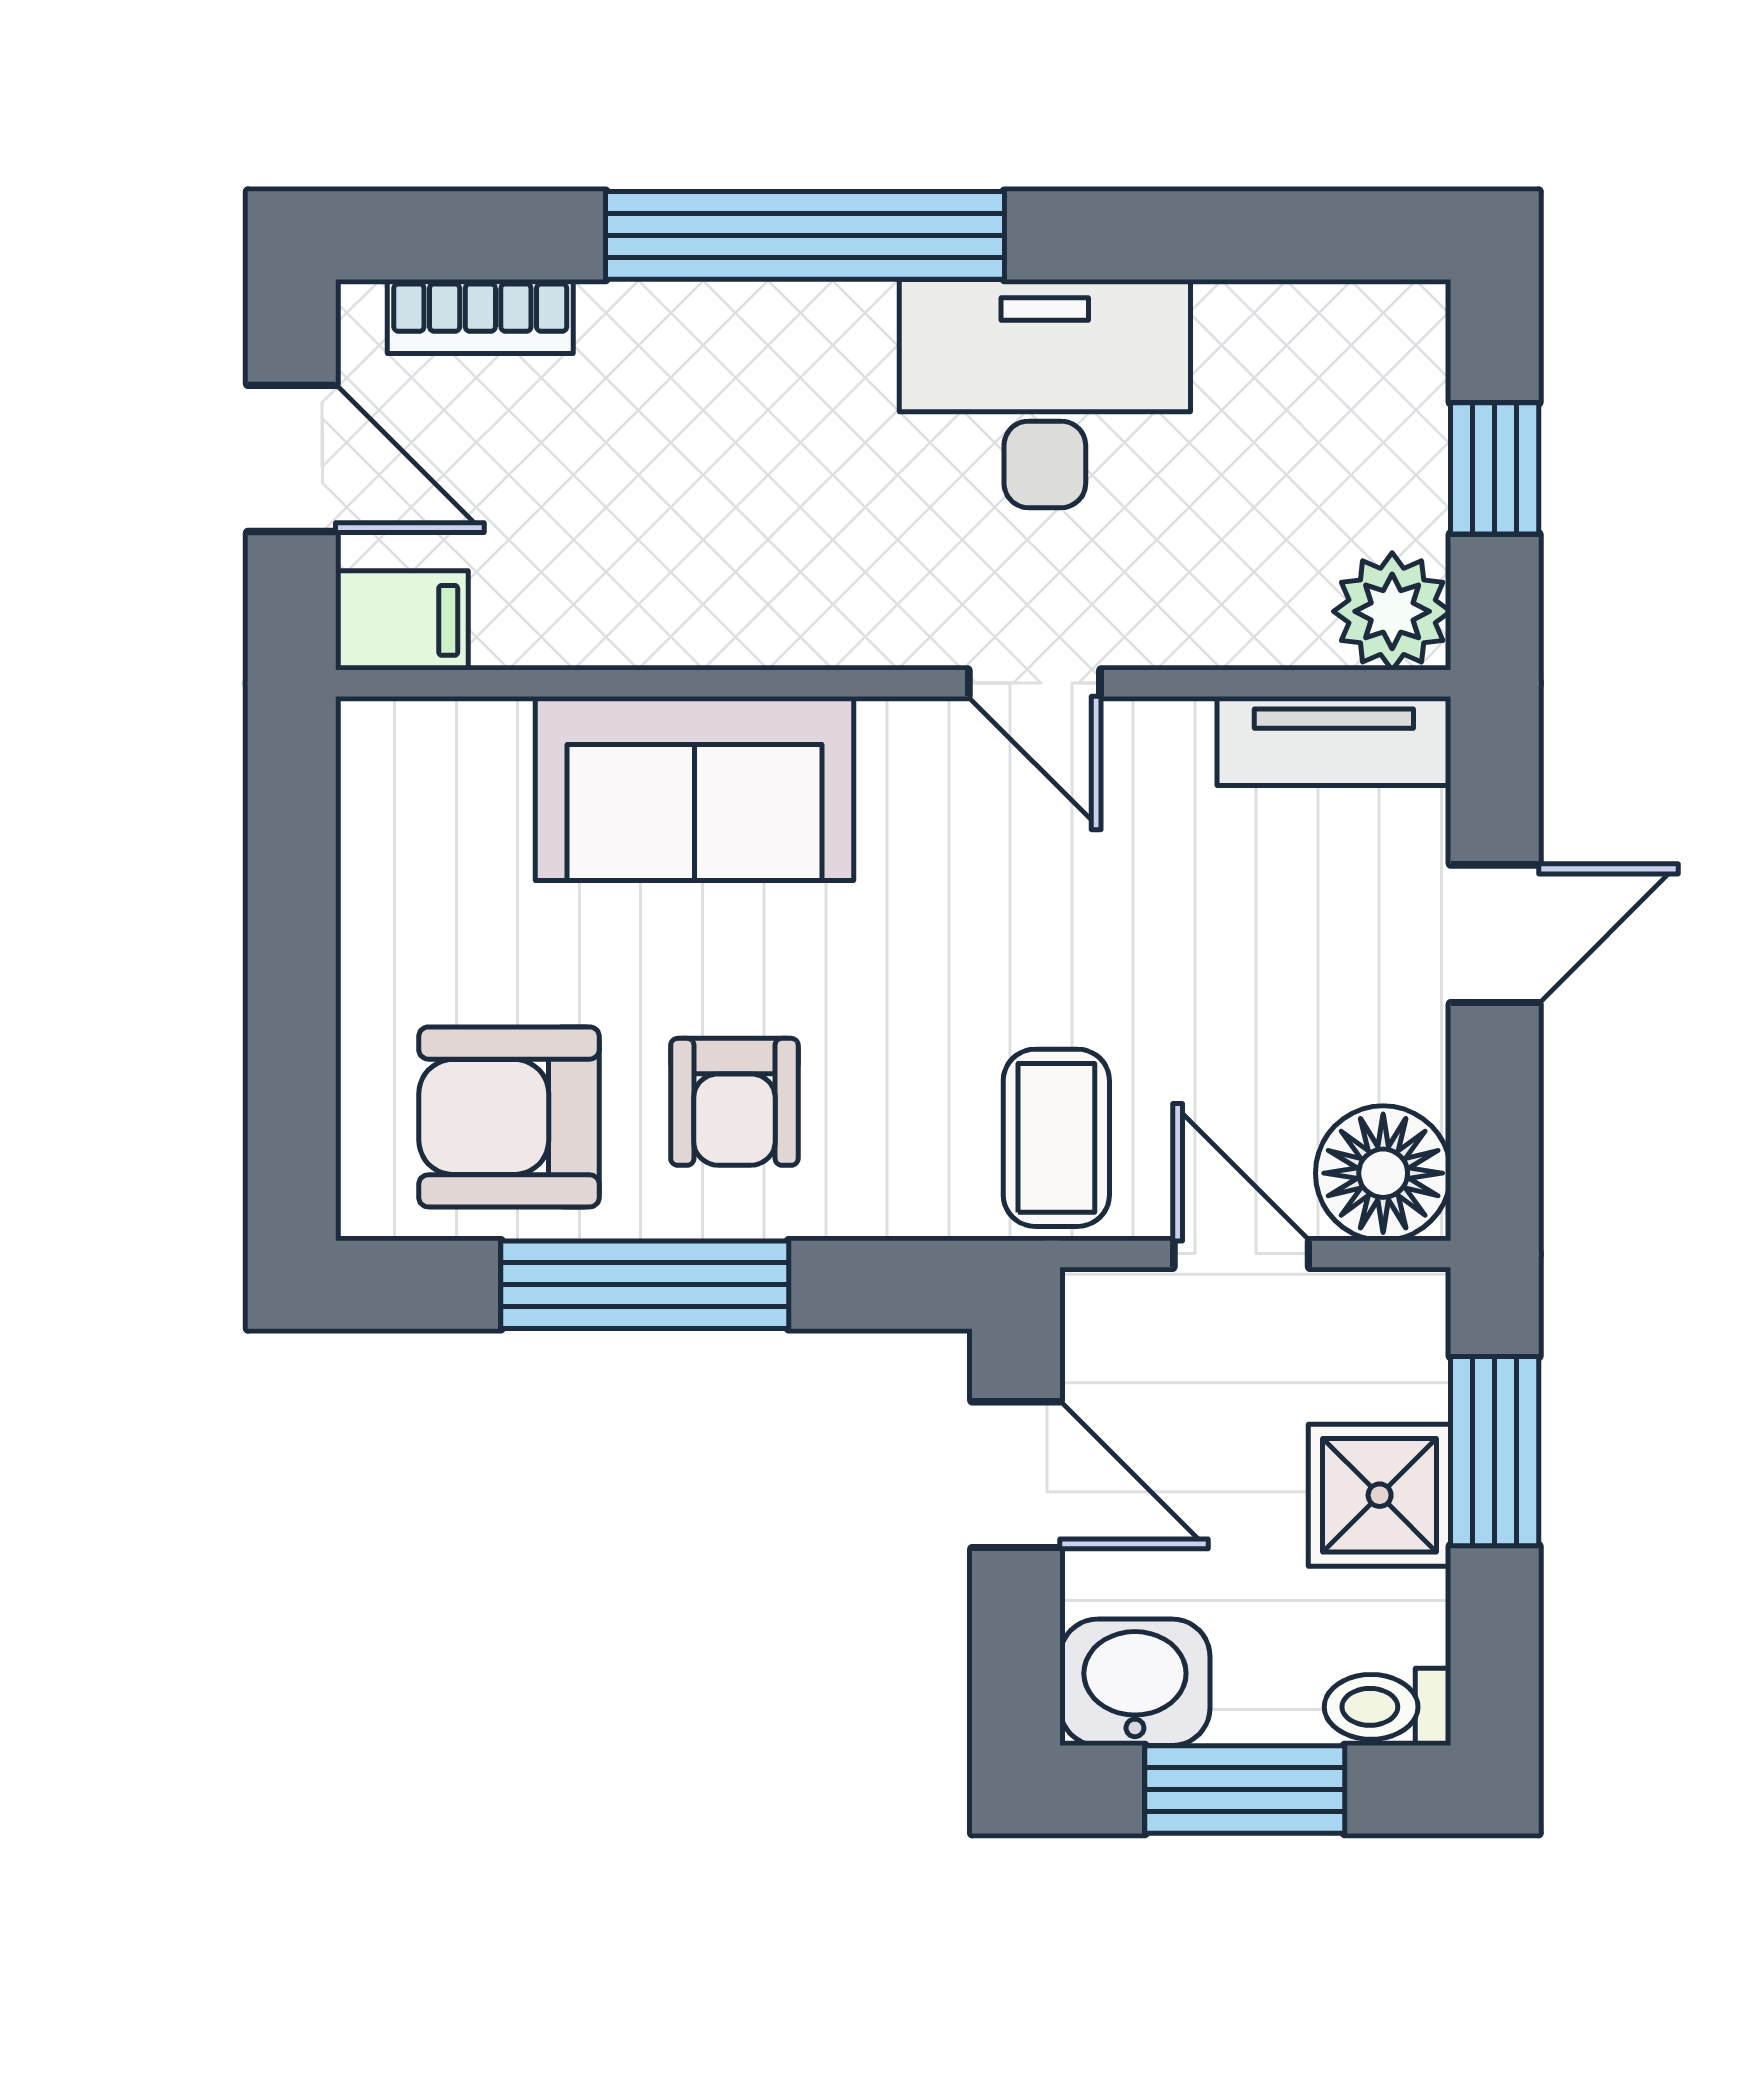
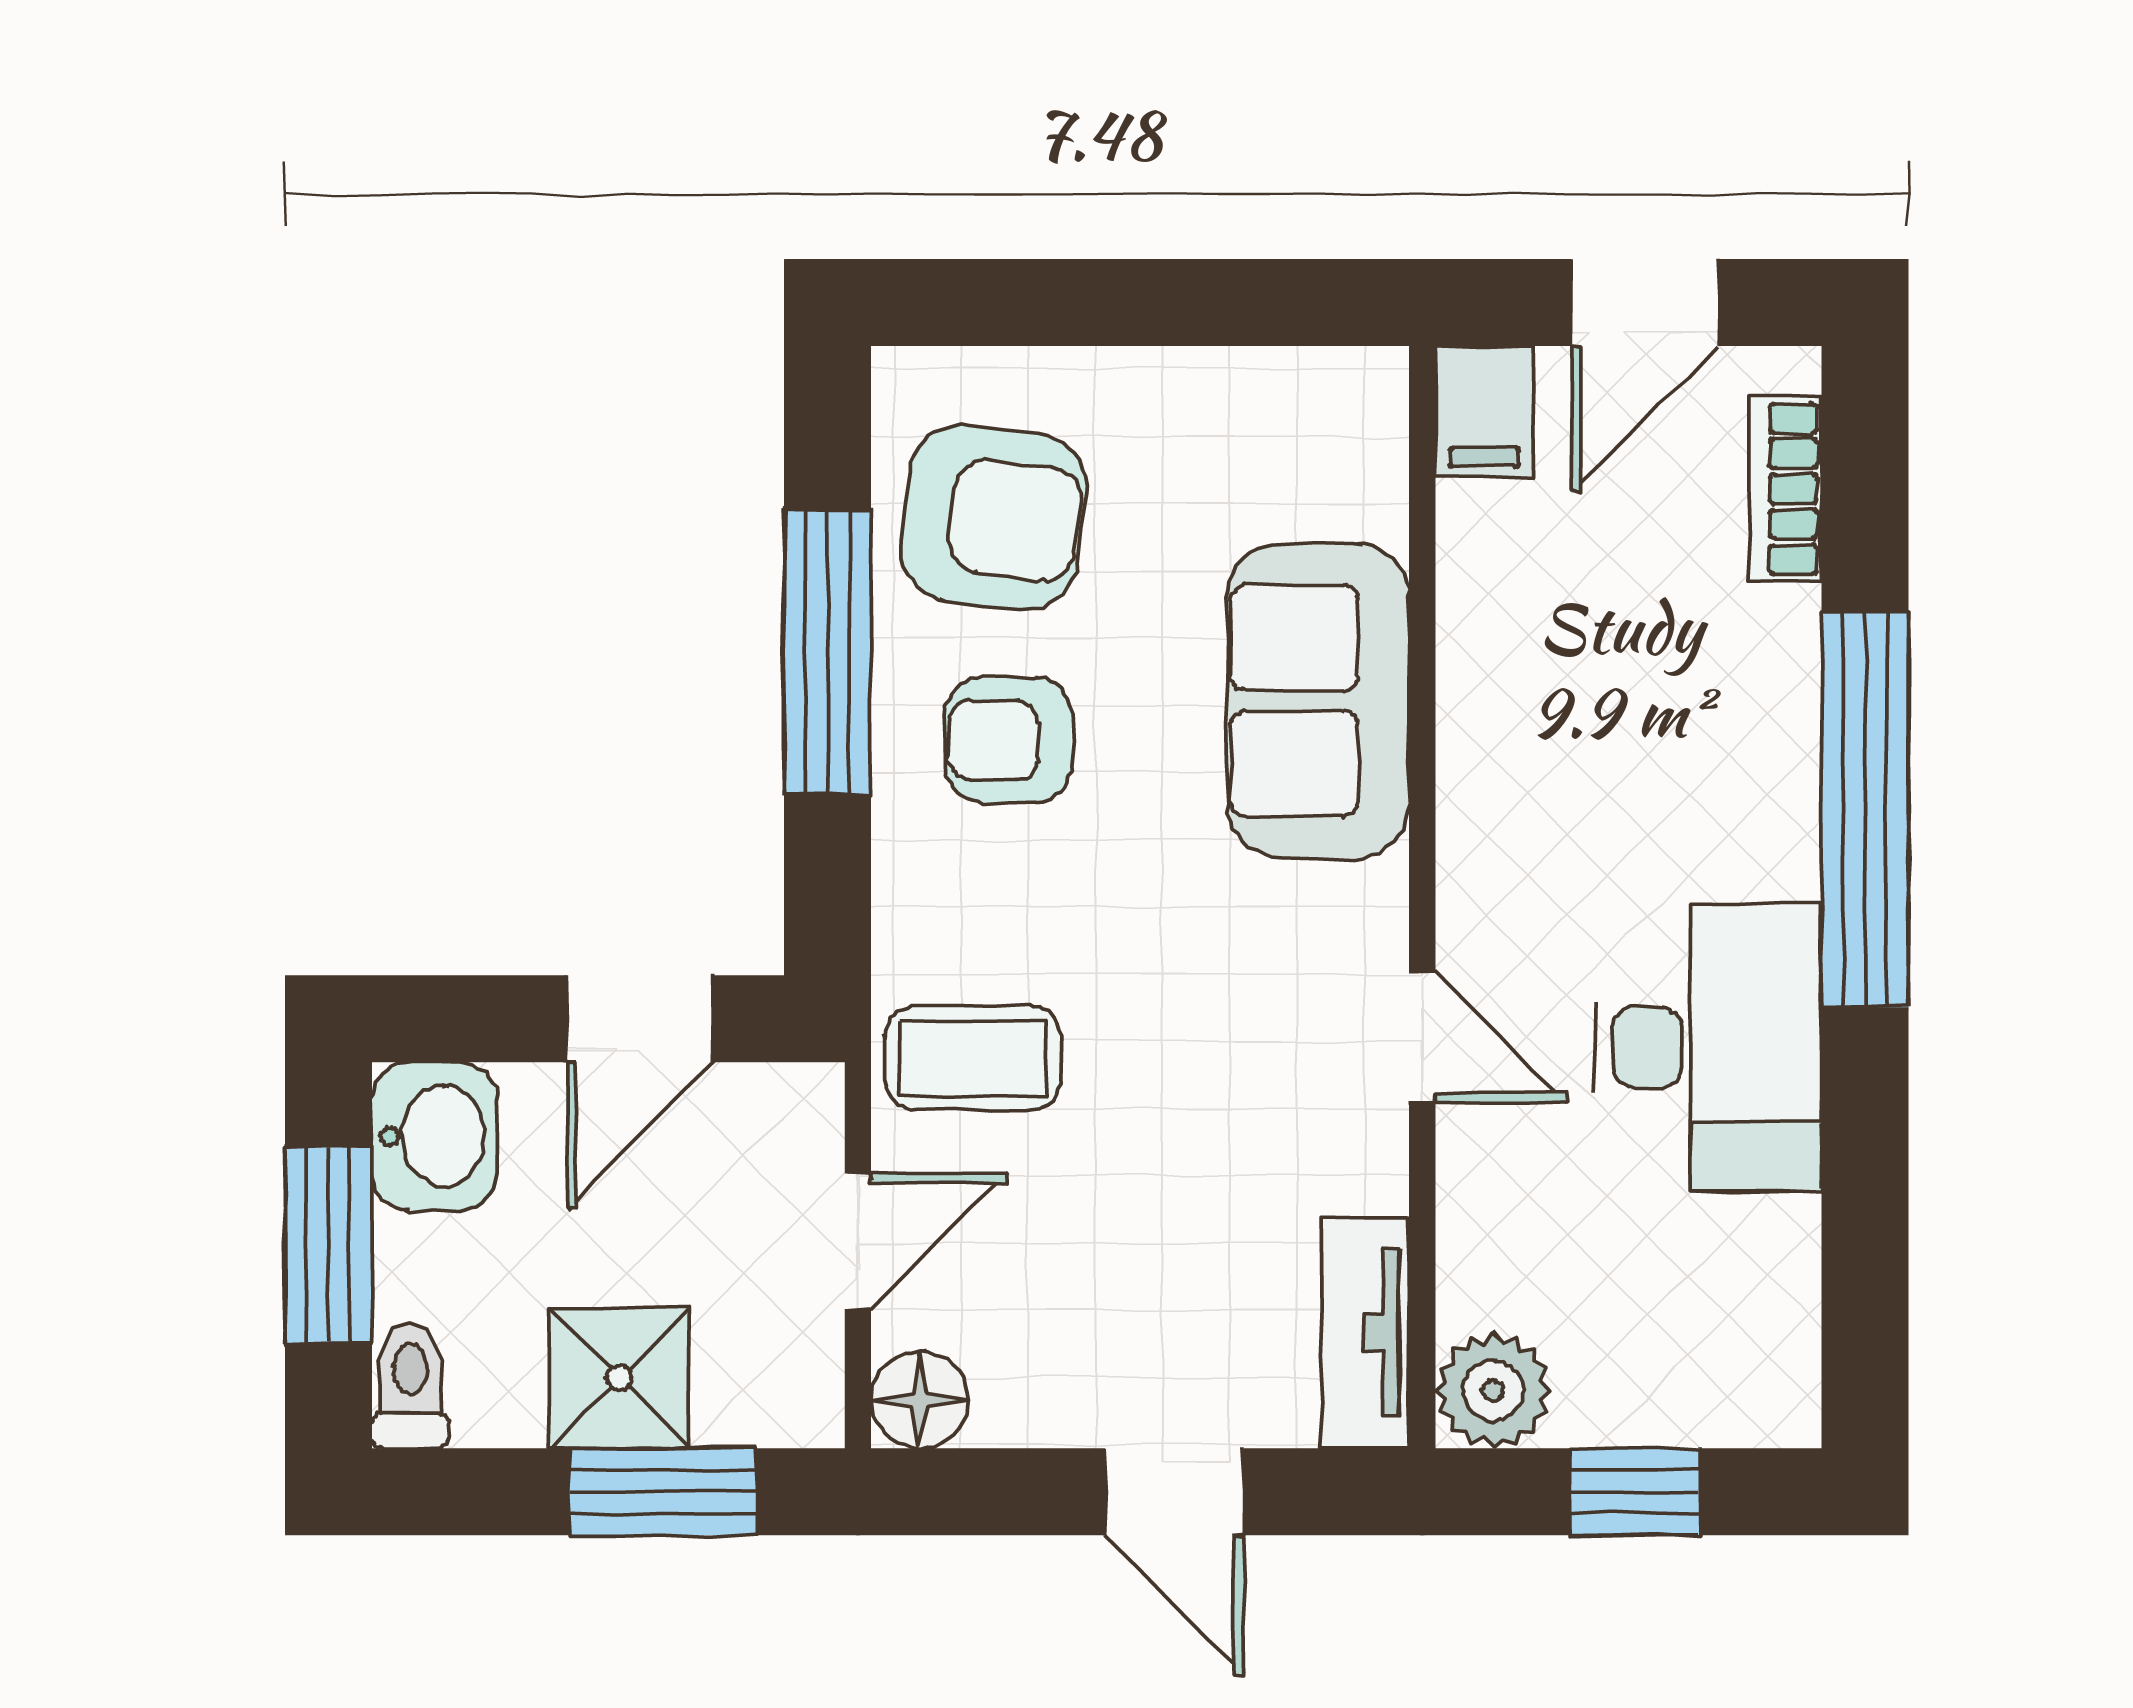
door: (1034, 683) -> (1422, 1037), swing flipped
armchair: (509, 1117) -> (993, 517), turned 97
floor lamp: (1383, 1173) -> (920, 1400), width x0.73, depth x0.73

